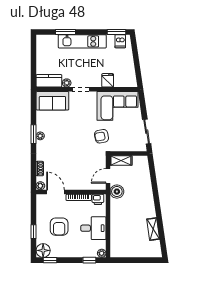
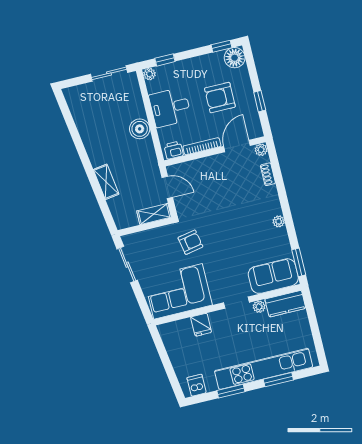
window: (117, 32) -> (231, 391), moved
kitchen unit: (82, 41) -> (264, 369), width x1.36
window: (34, 134) -> (299, 262), moved
door: (108, 176) -> (167, 187), hinge flipped
door: (56, 192) -> (237, 146), swing flipped
boiler: (117, 192) -> (140, 129), moved
armchair: (59, 227) -> (220, 98), turned -90
shelving: (153, 229) -> (106, 182), moved
window: (34, 232) -> (260, 101), moved
sliding door: (128, 260) -> (109, 73), added

